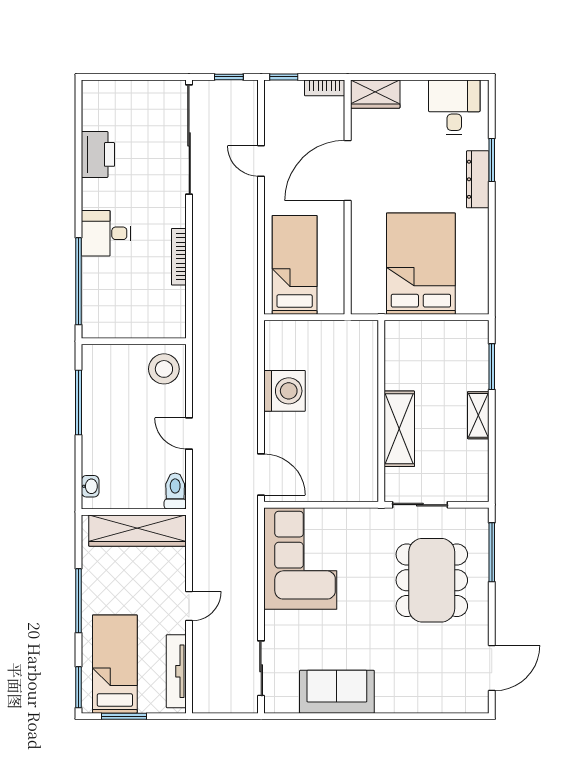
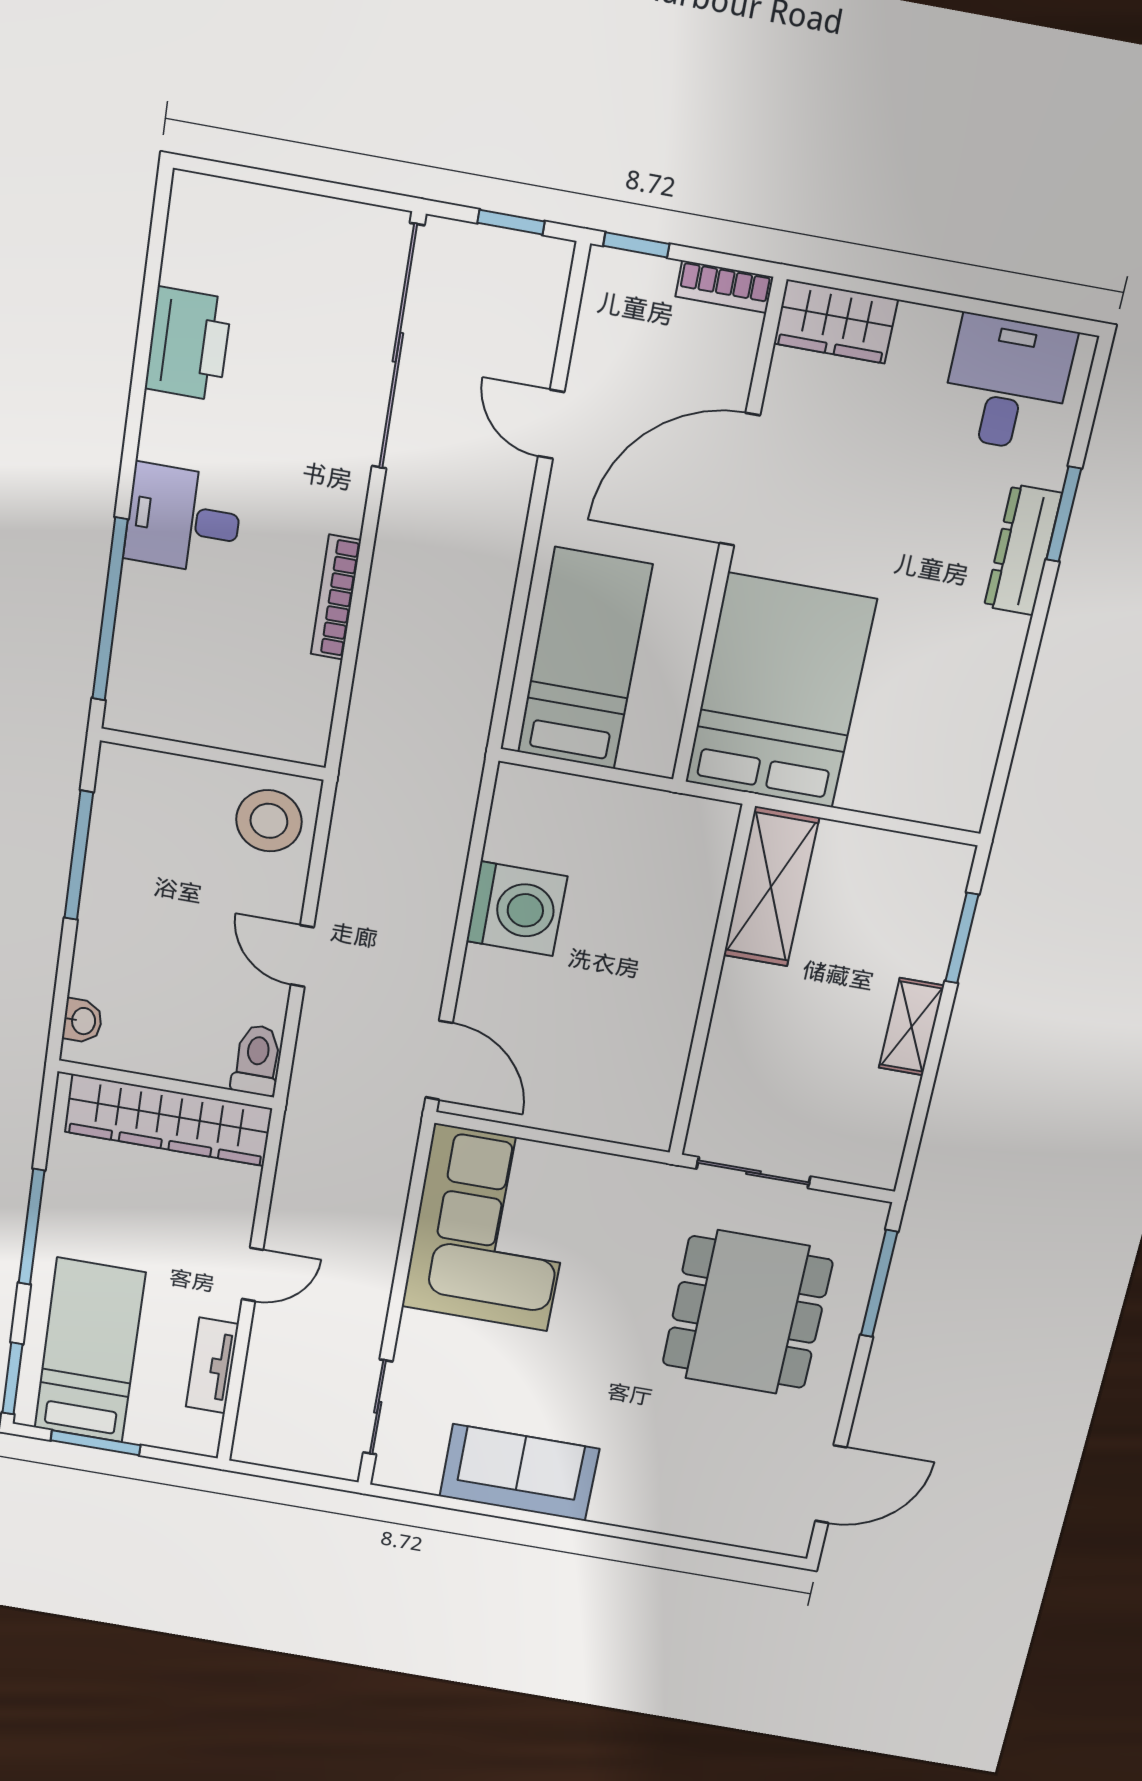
bed: (421, 264) -> (780, 691), moved
shelving: (399, 429) -> (771, 887), moved
tv unit: (176, 671) -> (212, 1365), width x0.71

